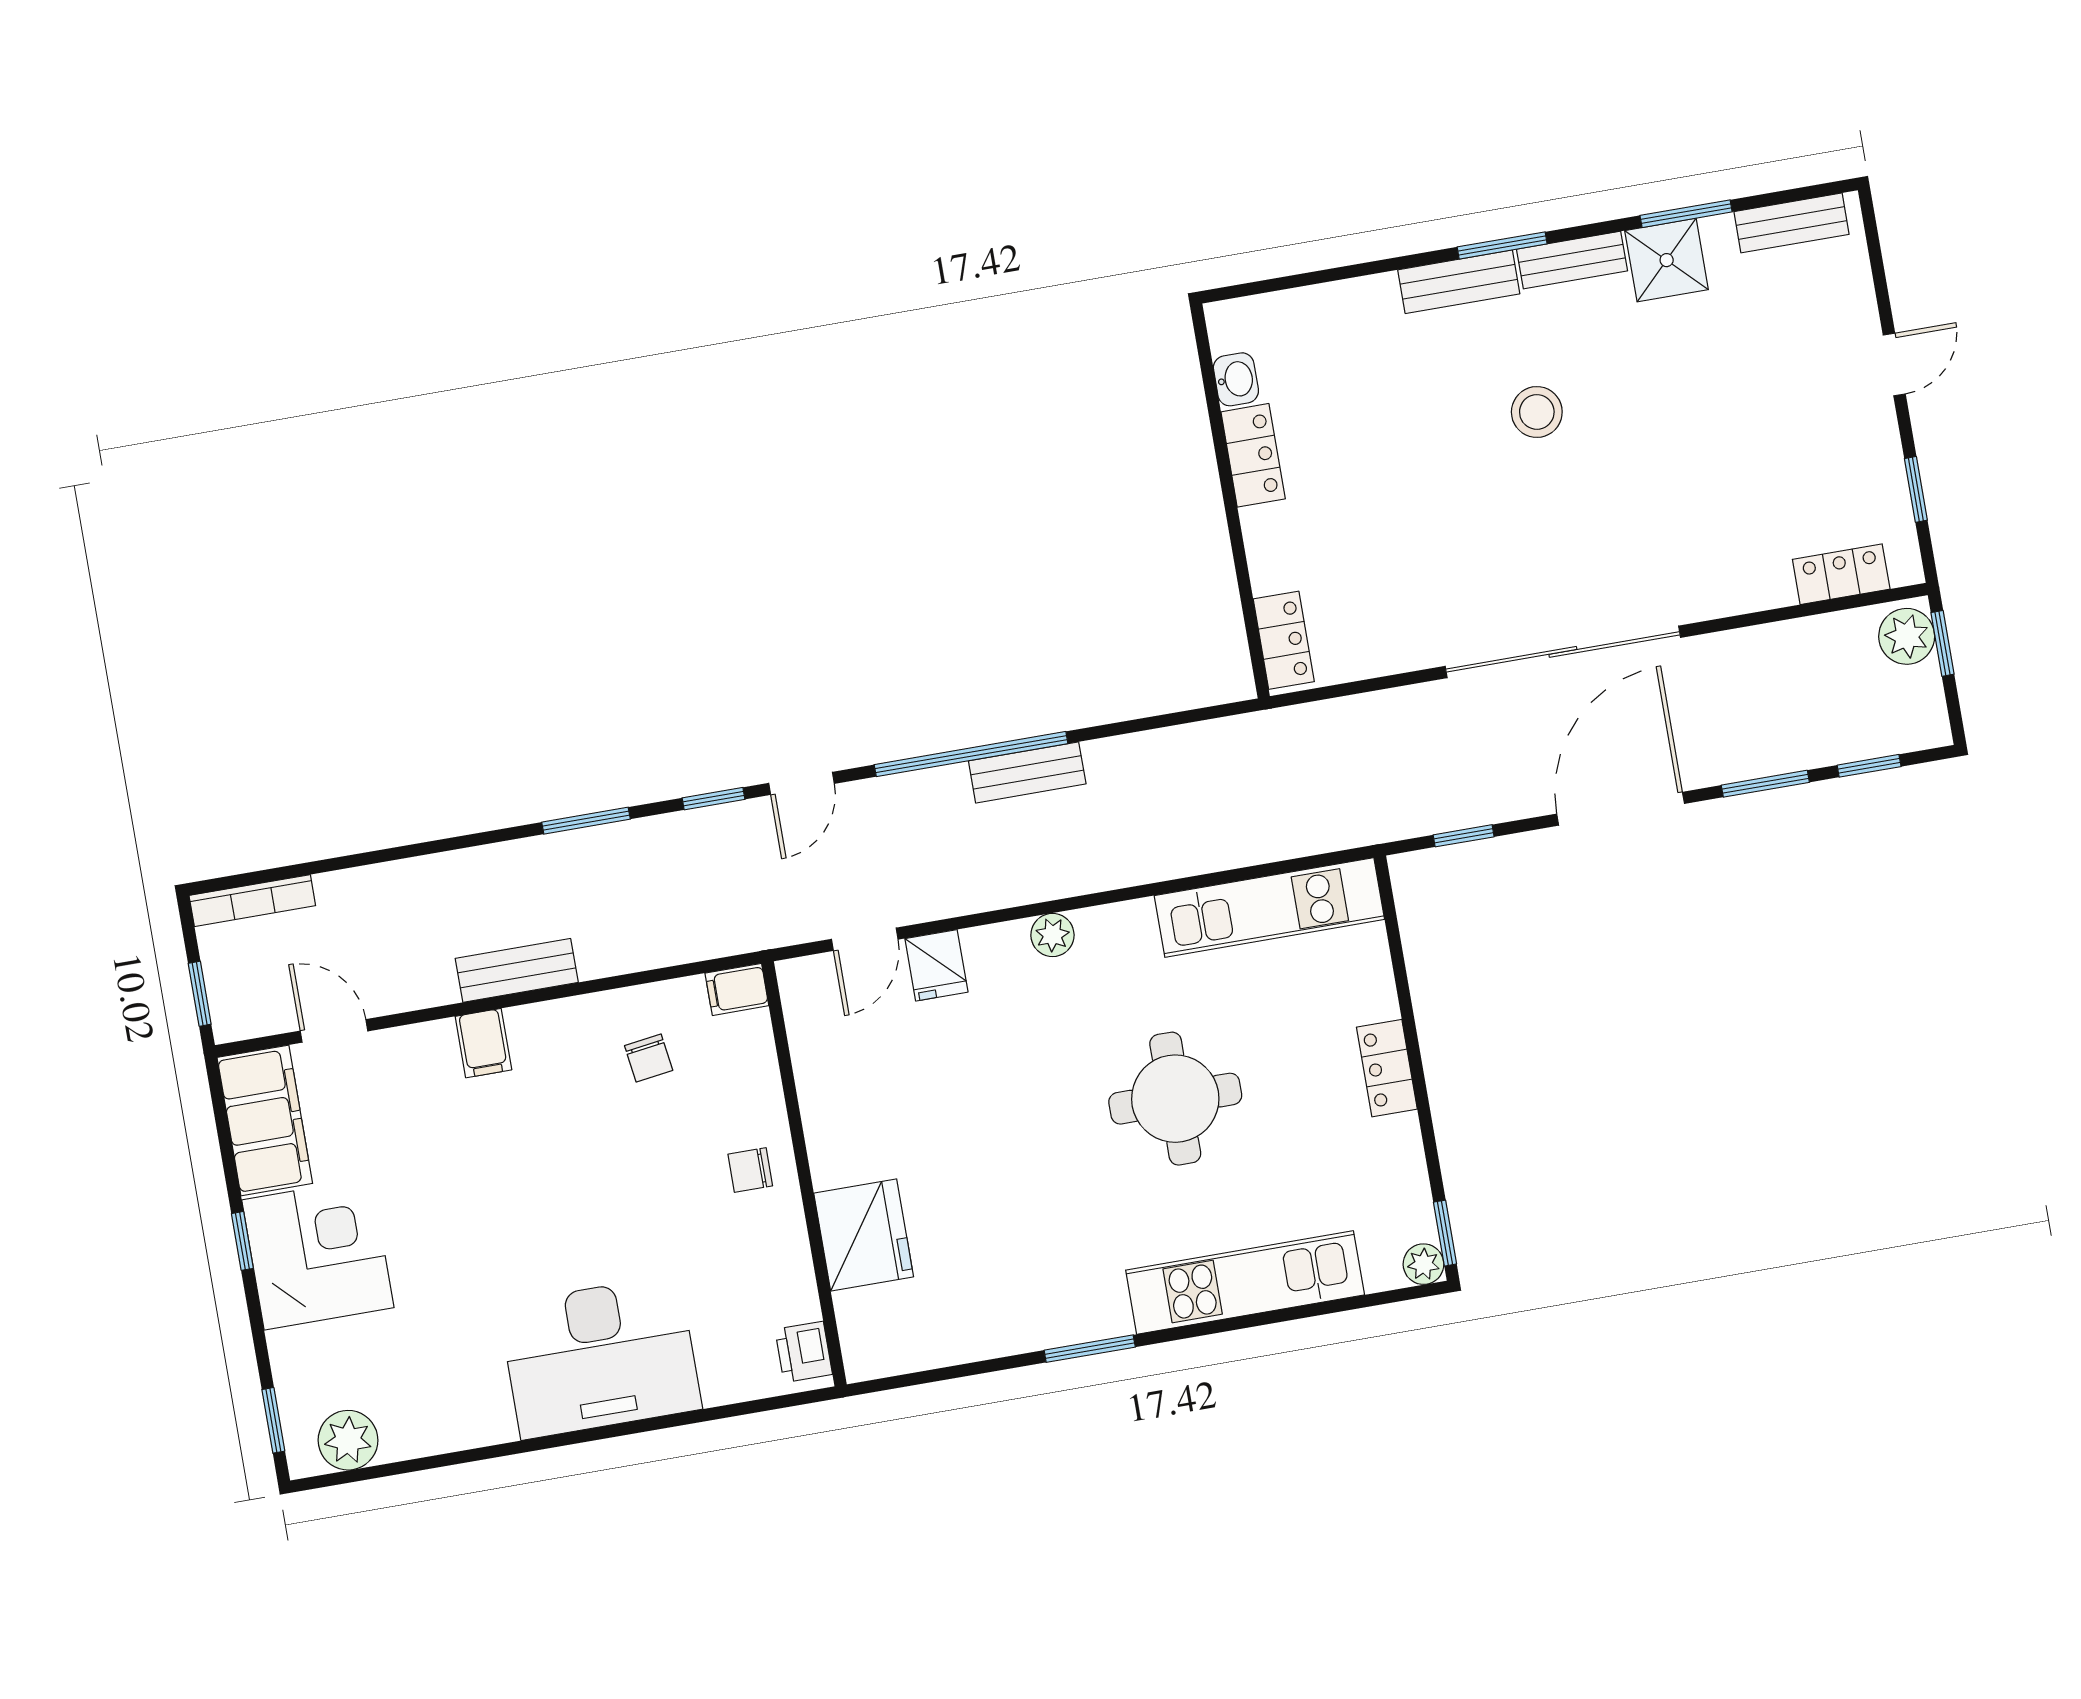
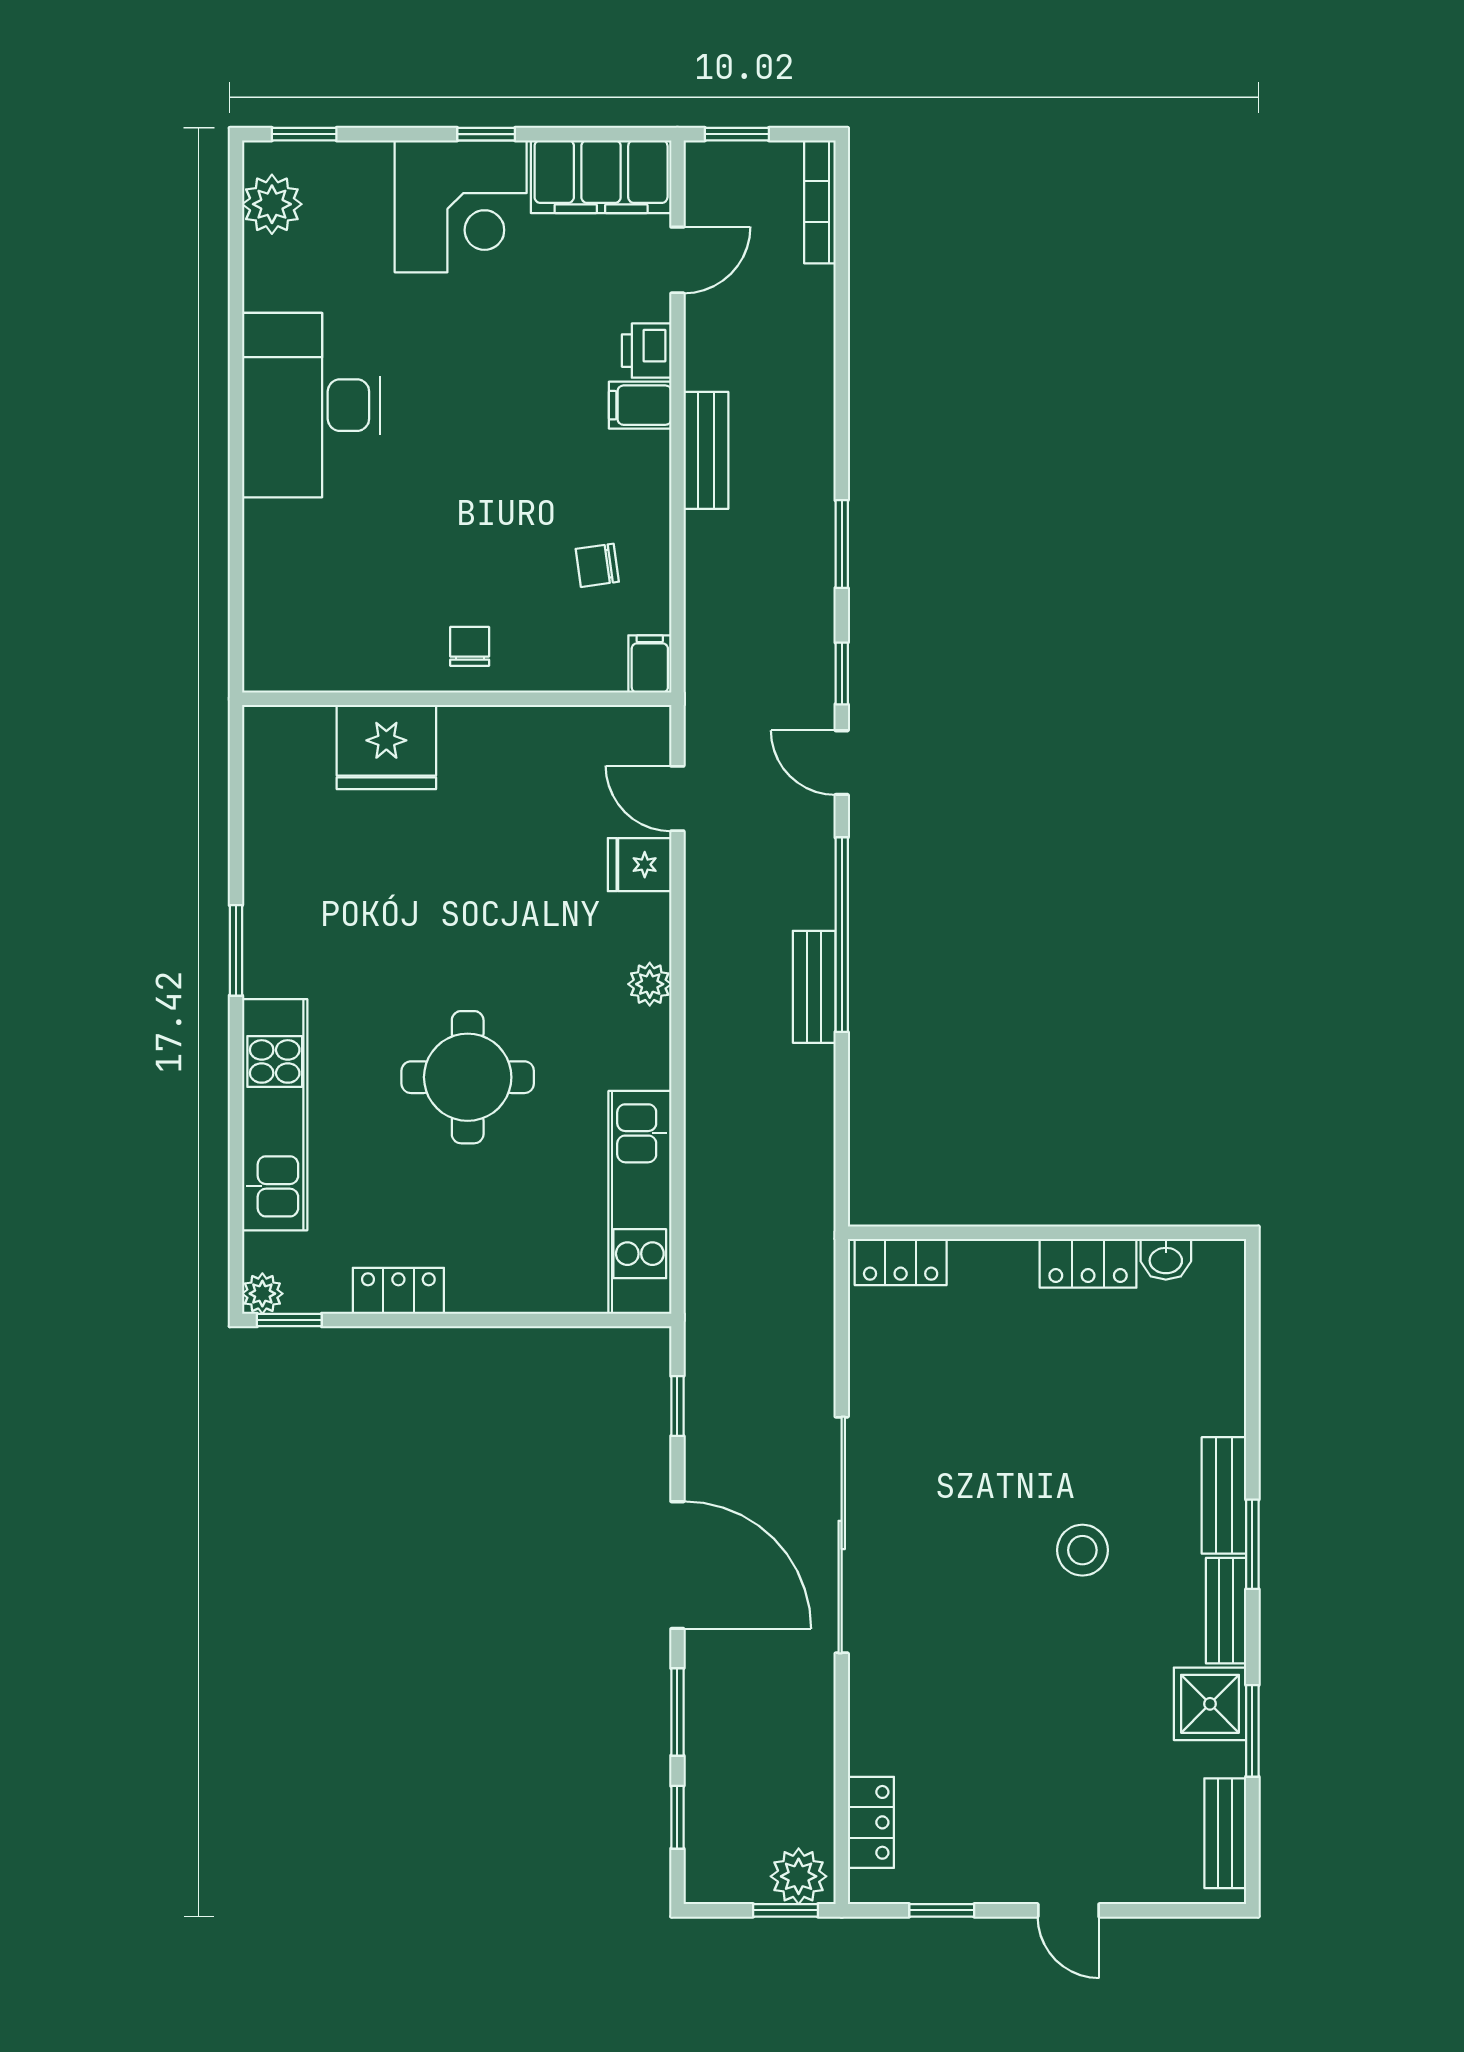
locker: (1387, 1068) -> (398, 1291), moved
printer: (804, 1352) -> (647, 351), moved, turned -90
desk: (600, 1357) -> (311, 405), moved

